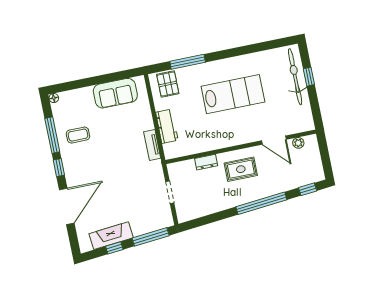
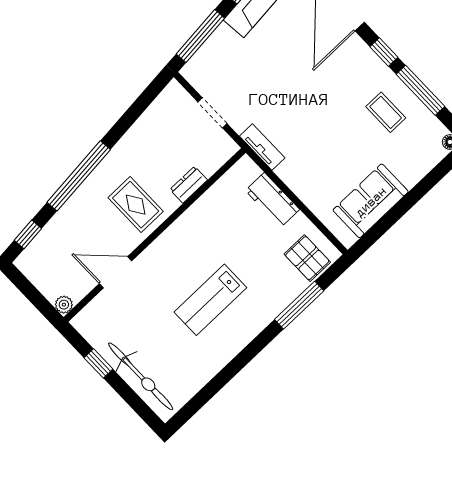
window: (309, 77) -> (98, 363), moved
lab bench: (233, 94) -> (210, 300), width x0.73, depth x0.72
coffee table: (78, 135) -> (386, 112), turned 90
plant: (298, 143) -> (64, 305), moved
tv unit: (152, 145) -> (262, 147), moved
rug: (241, 169) -> (136, 205), turned 90

